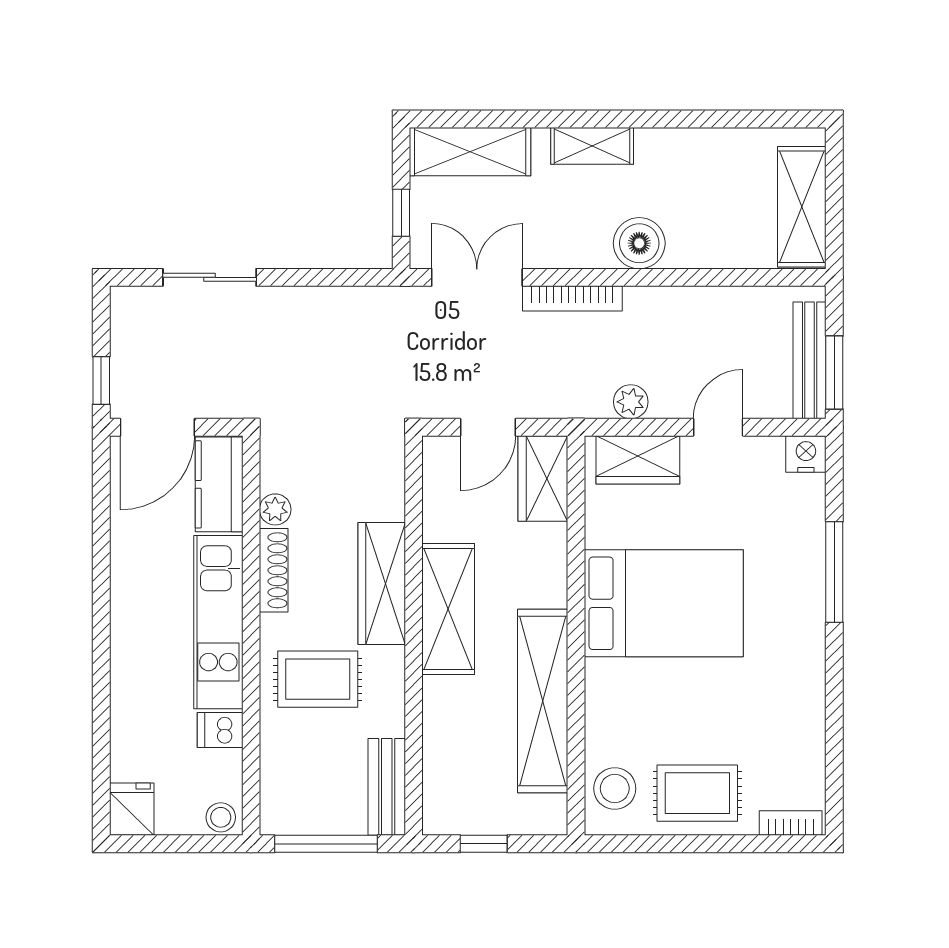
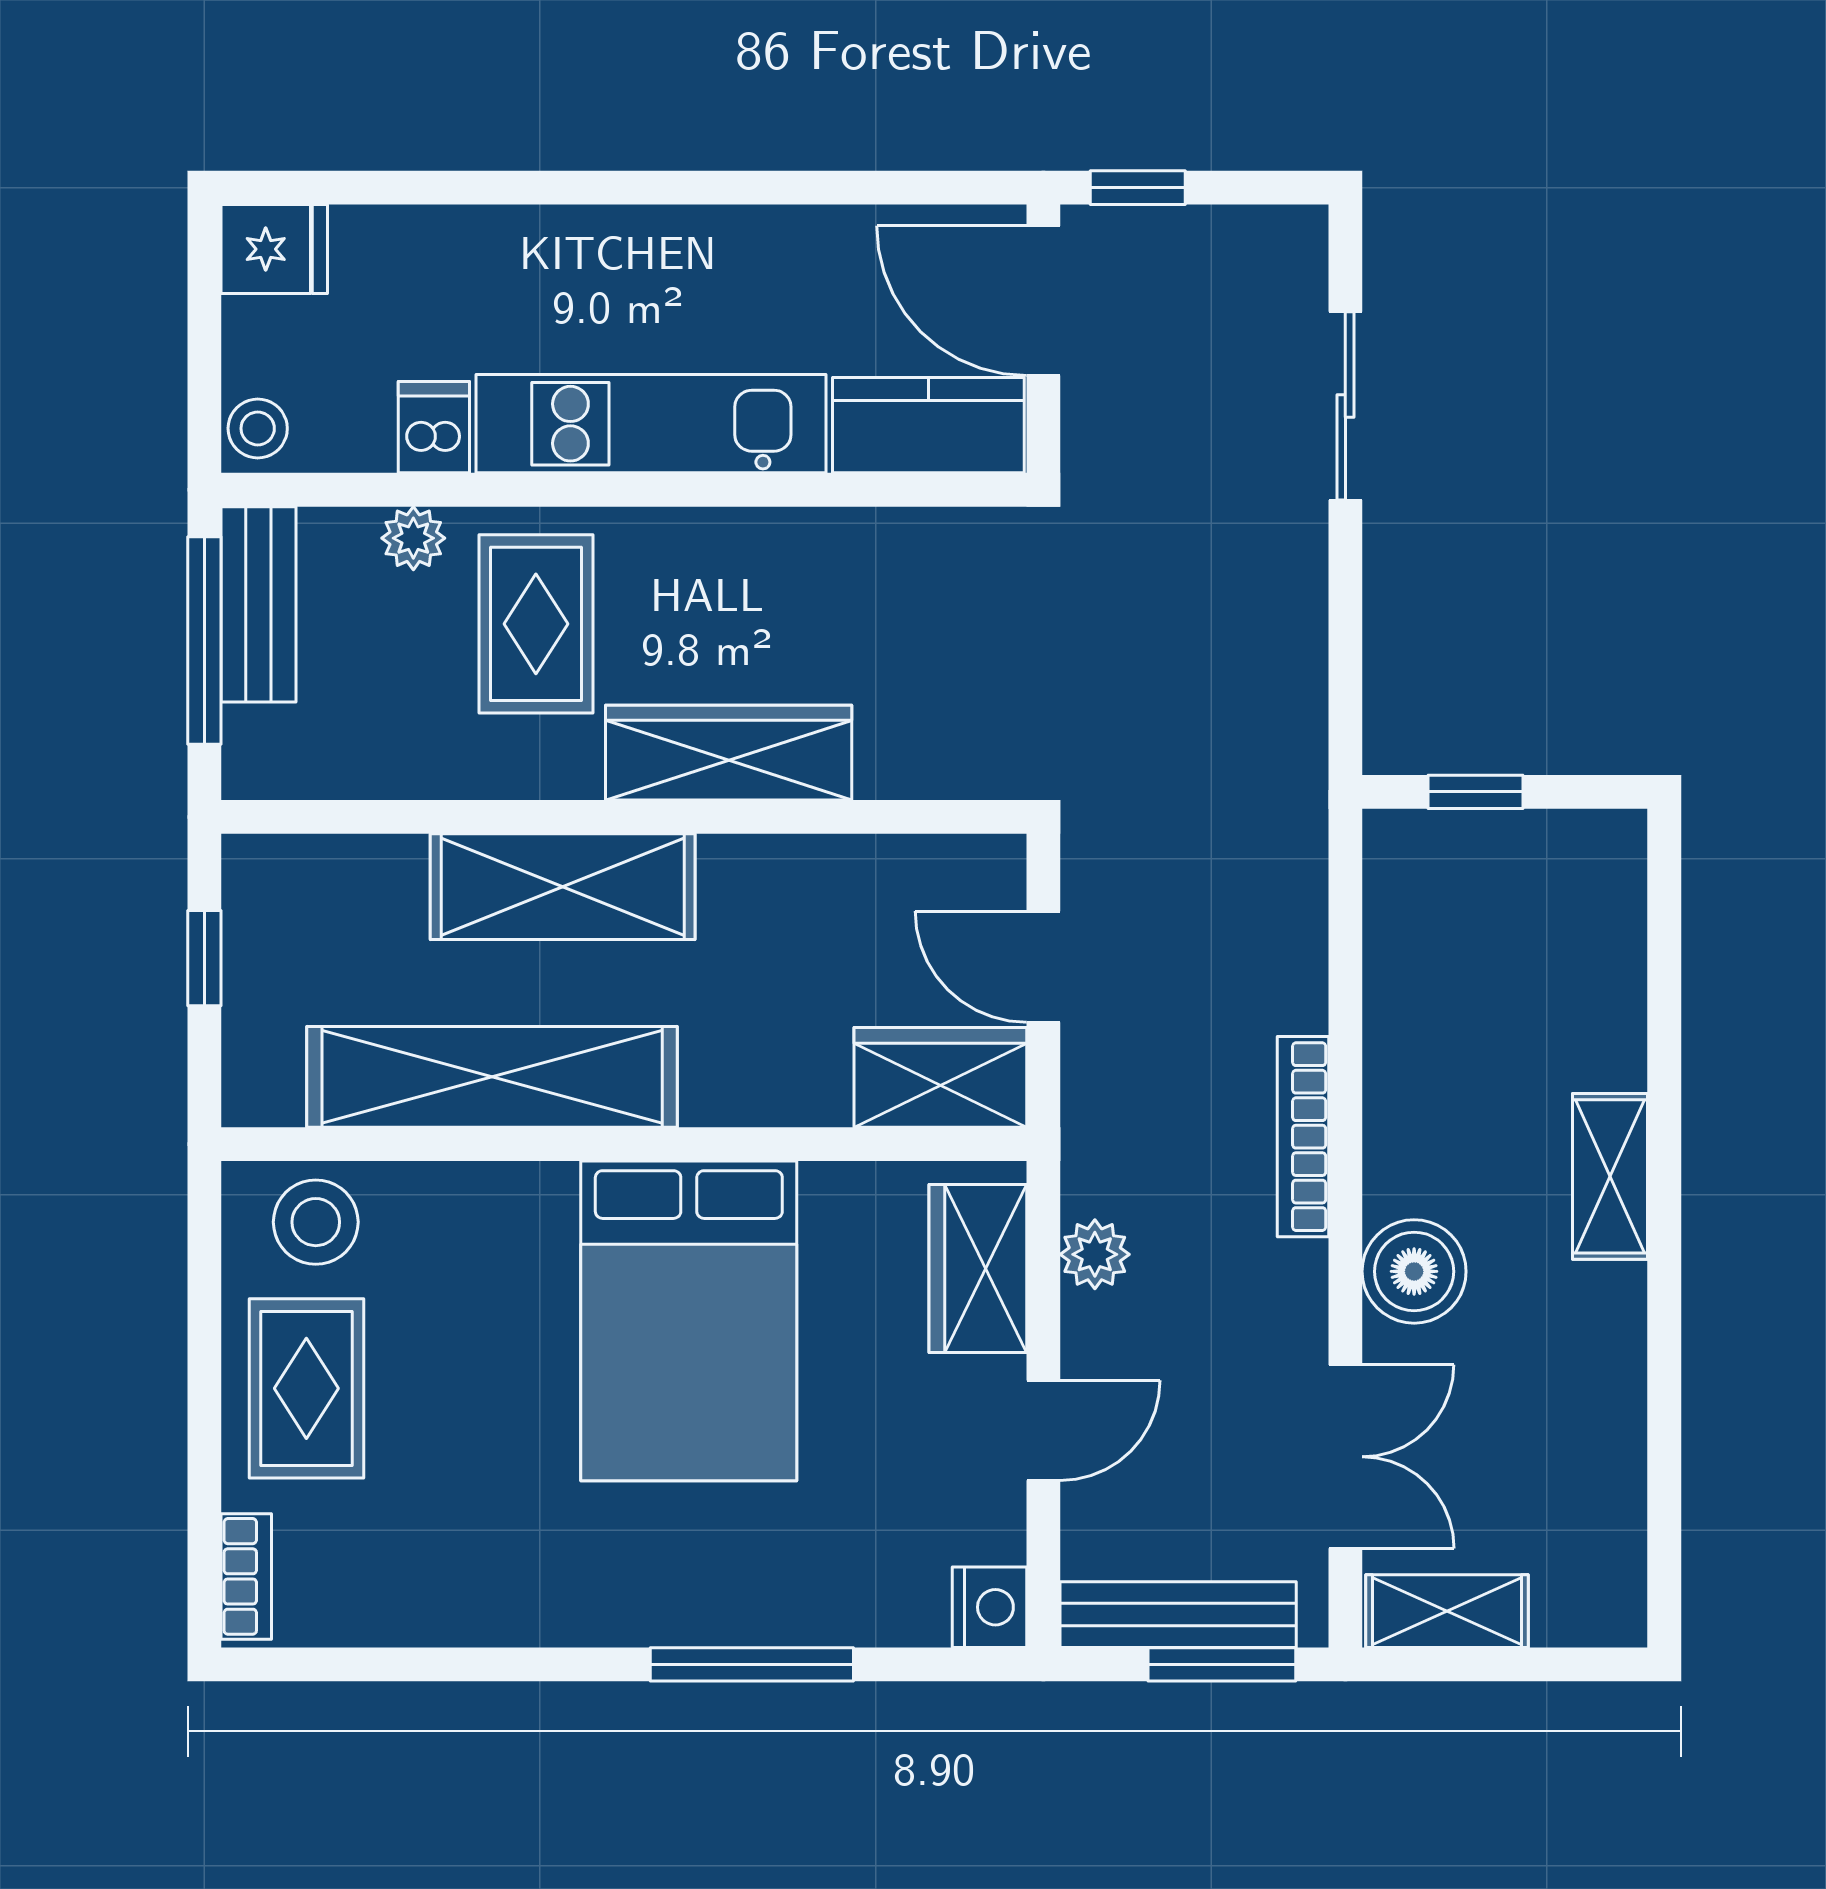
shelving: (470, 152) -> (1599, 931), removed
shelving: (802, 207) -> (1447, 1611), width x0.67, depth x0.75
double door: (477, 277) -> (1345, 1457), moved
window: (834, 373) -> (1222, 1664), moved
door: (718, 427) -> (1043, 1430), hinge flipped
plant: (275, 509) -> (413, 538), moved
shoe rack: (274, 570) -> (755, 535), removed
shelving: (448, 609) -> (563, 887), moved
bench: (387, 787) -> (258, 604), moved, turned 90

